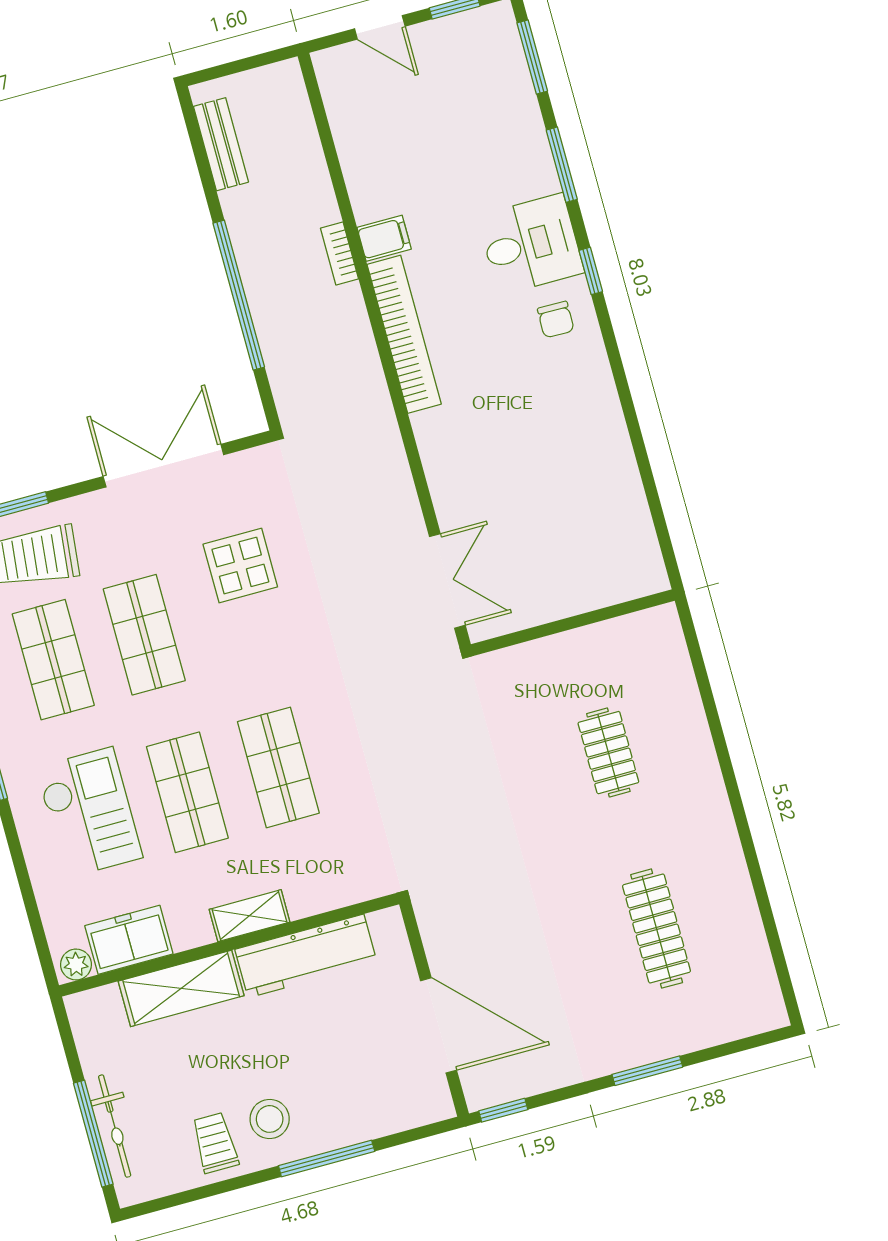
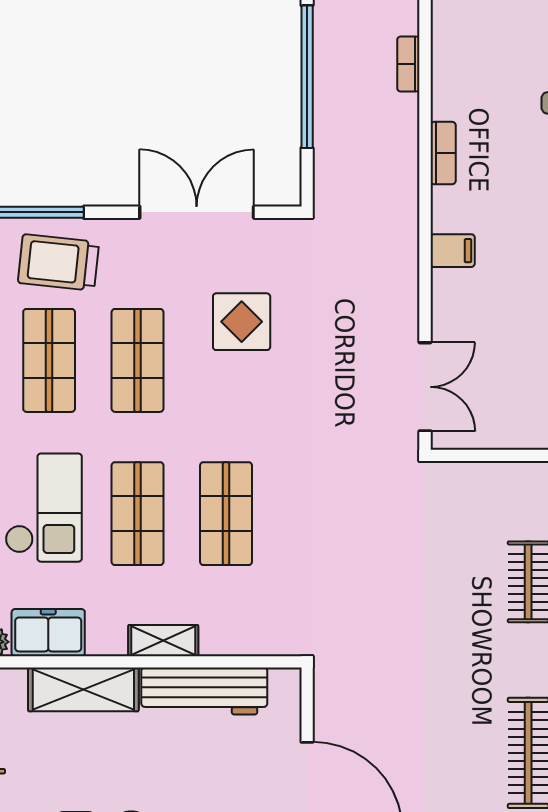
filing cabinet: (384, 238) -> (453, 251), moved
bookcase: (404, 334) -> (443, 153), width x0.43, depth x0.76

